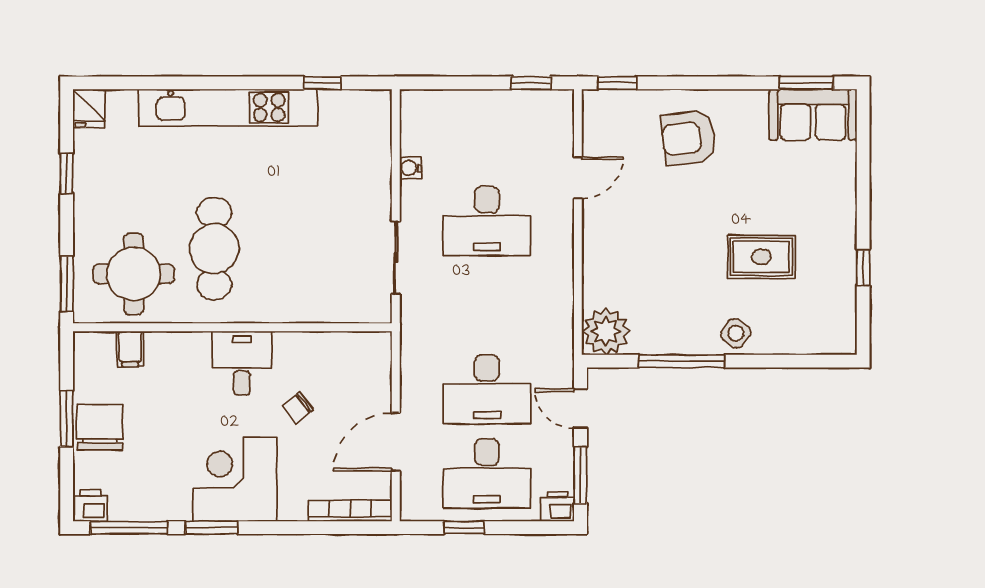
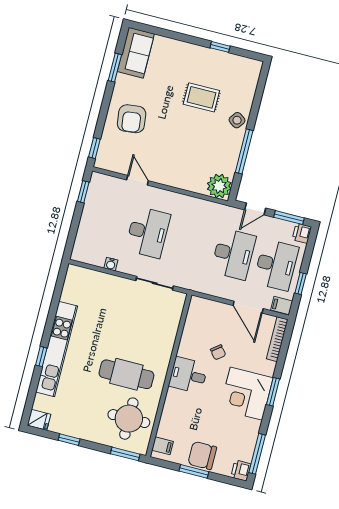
window: (322, 83) -> (41, 357), moved
window: (806, 83) -> (115, 68), moved
rug: (761, 257) -> (201, 97), turned 90
filing cabinet: (130, 349) -> (162, 446), moved
filing cabinet: (414, 503) -> (282, 306), added
window: (212, 528) -> (273, 392), moved

